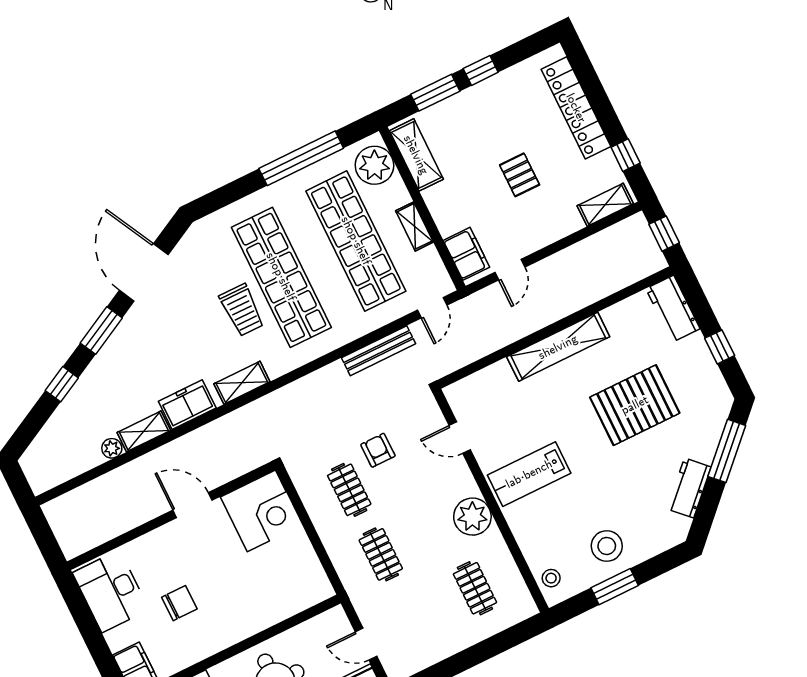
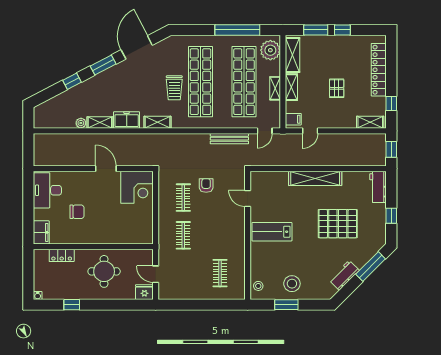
shelving: (441, 211) -> (291, 87), added
filing cabinet: (466, 254) -> (293, 119), width x0.50
plant: (472, 517) -> (235, 239), removed

